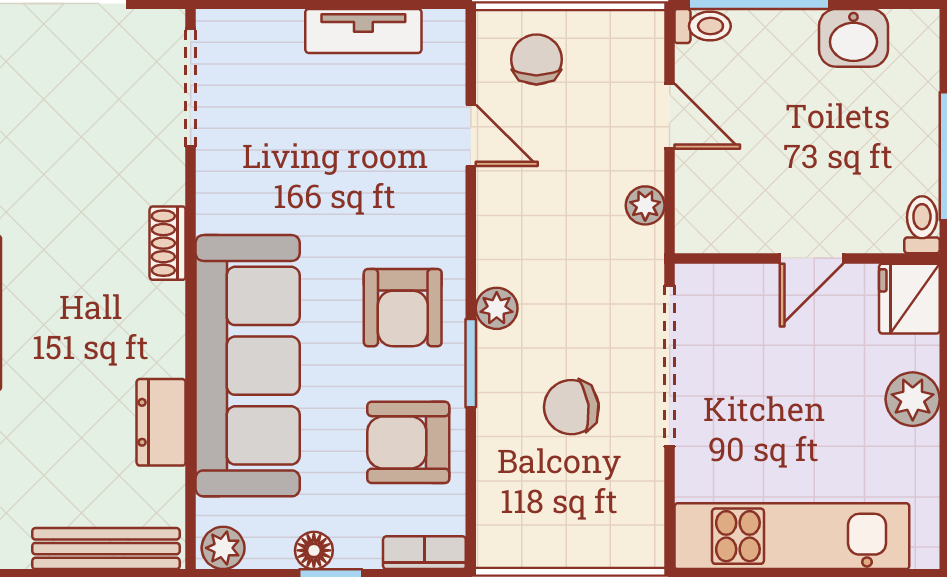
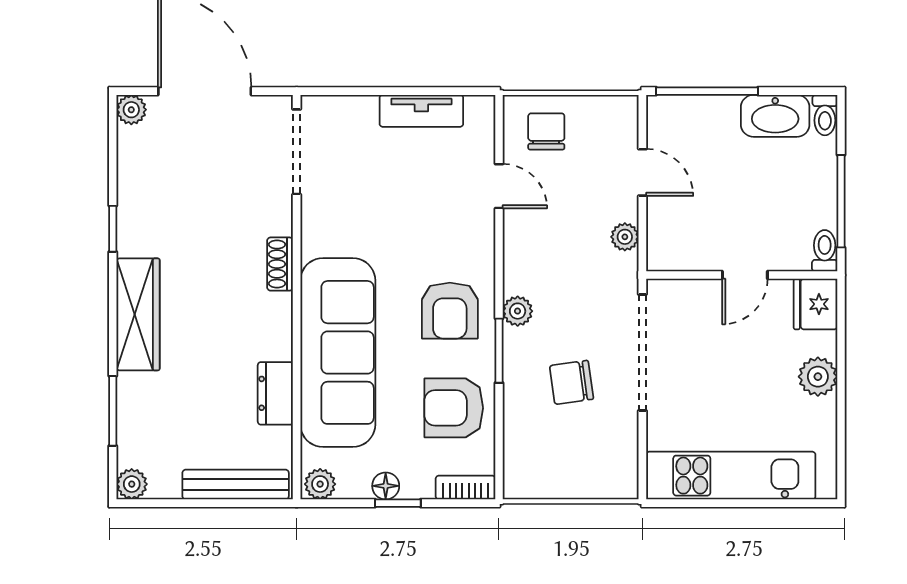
toilet: (703, 26) -> (825, 115), moved, turned 90
washbasin: (853, 38) -> (775, 116), width x1.38

